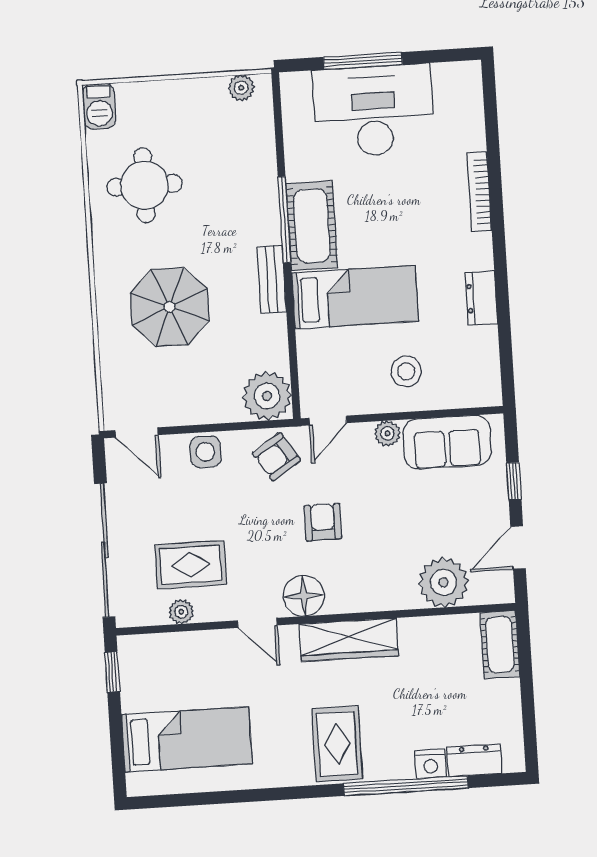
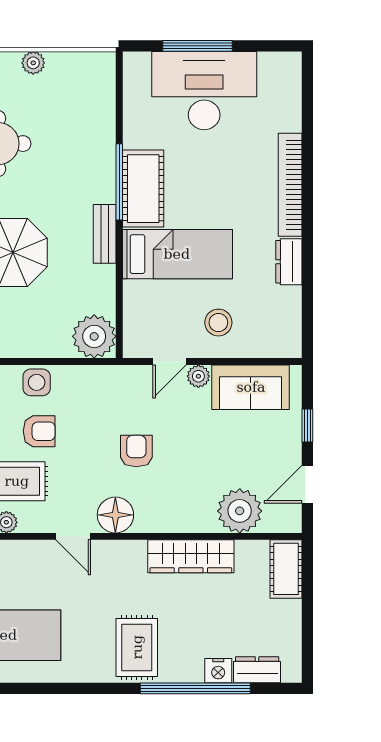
plant: (241, 88) -> (33, 63), moved
bookcase: (479, 192) -> (290, 185), width x1.48, depth x1.31
door: (328, 421) -> (170, 362), moved
armchair: (276, 457) -> (39, 431), moved, turned -147
wardrobe: (349, 640) -> (191, 556), moved

